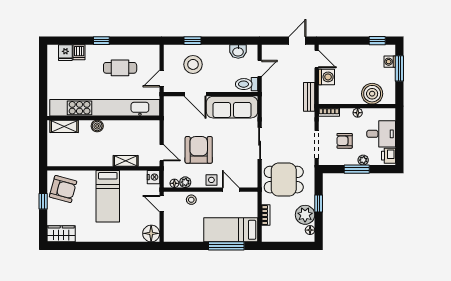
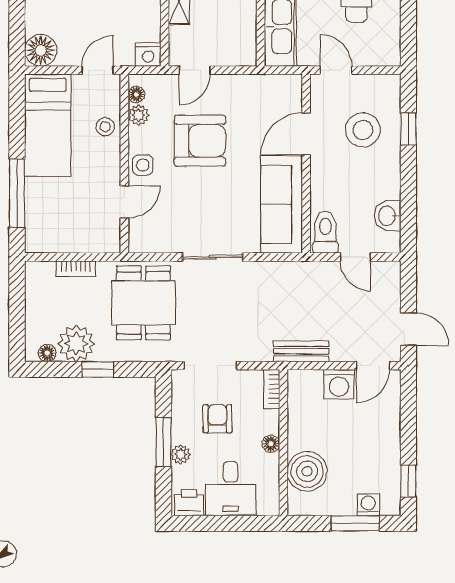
bed: (231, 230) -> (48, 125), moved, turned 180

